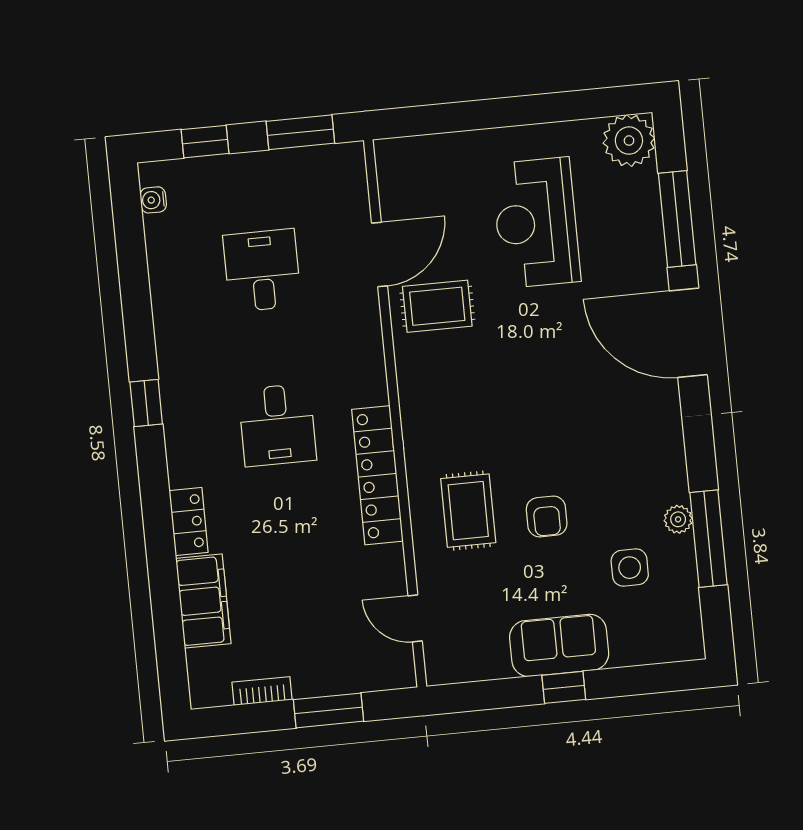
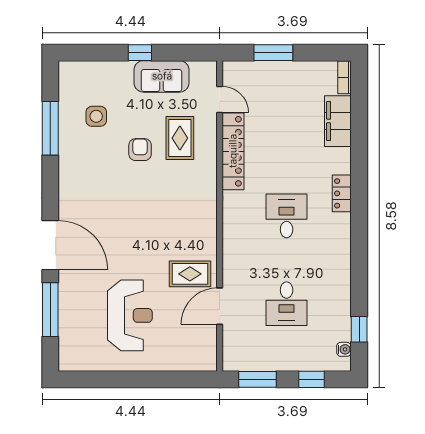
plant: (629, 141) -> (73, 357), removed
window: (146, 403) -> (359, 329), moved
locker: (378, 475) -> (233, 151), moved
rug: (468, 511) -> (180, 138), moved
plant: (678, 519) -> (66, 141), removed
locker: (189, 521) -> (342, 193), moved
sofa: (559, 645) -> (162, 76), moved
bookcase: (262, 691) -> (344, 77), moved, turned 90

